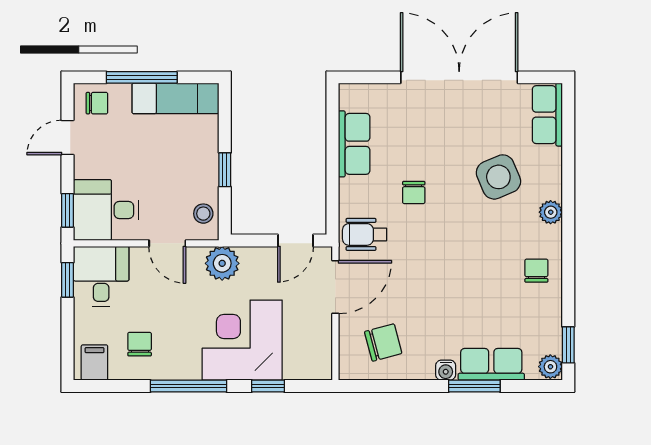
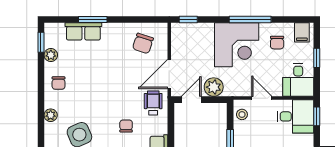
wheelchair: (365, 234) -> (153, 103), turned -90
plant: (222, 263) -> (214, 87), moved
window: (68, 280) -> (317, 58), moved
corner desk: (242, 340) -> (237, 45), moved
chair: (383, 343) -> (143, 43), turned -57
plant: (550, 367) -> (51, 55), moved
water cooler: (446, 370) -> (109, 28), removed
window: (268, 386) -> (188, 20), moved

